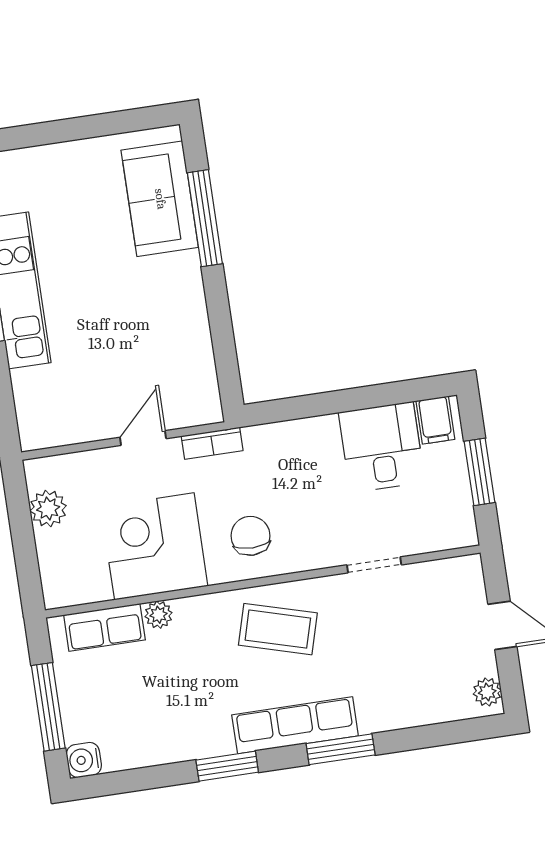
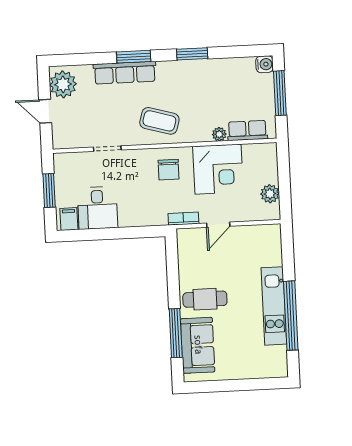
cafe table: (154, 290) -> (205, 299), added
plant: (487, 692) -> (63, 84), width x1.88, depth x1.88
row of seats: (295, 725) -> (125, 73), moved

